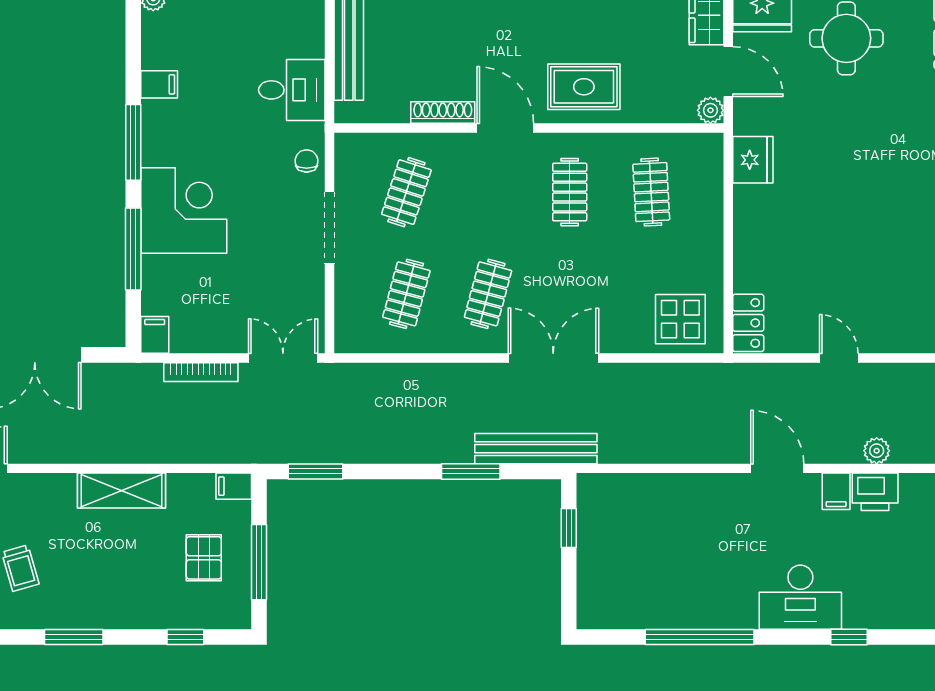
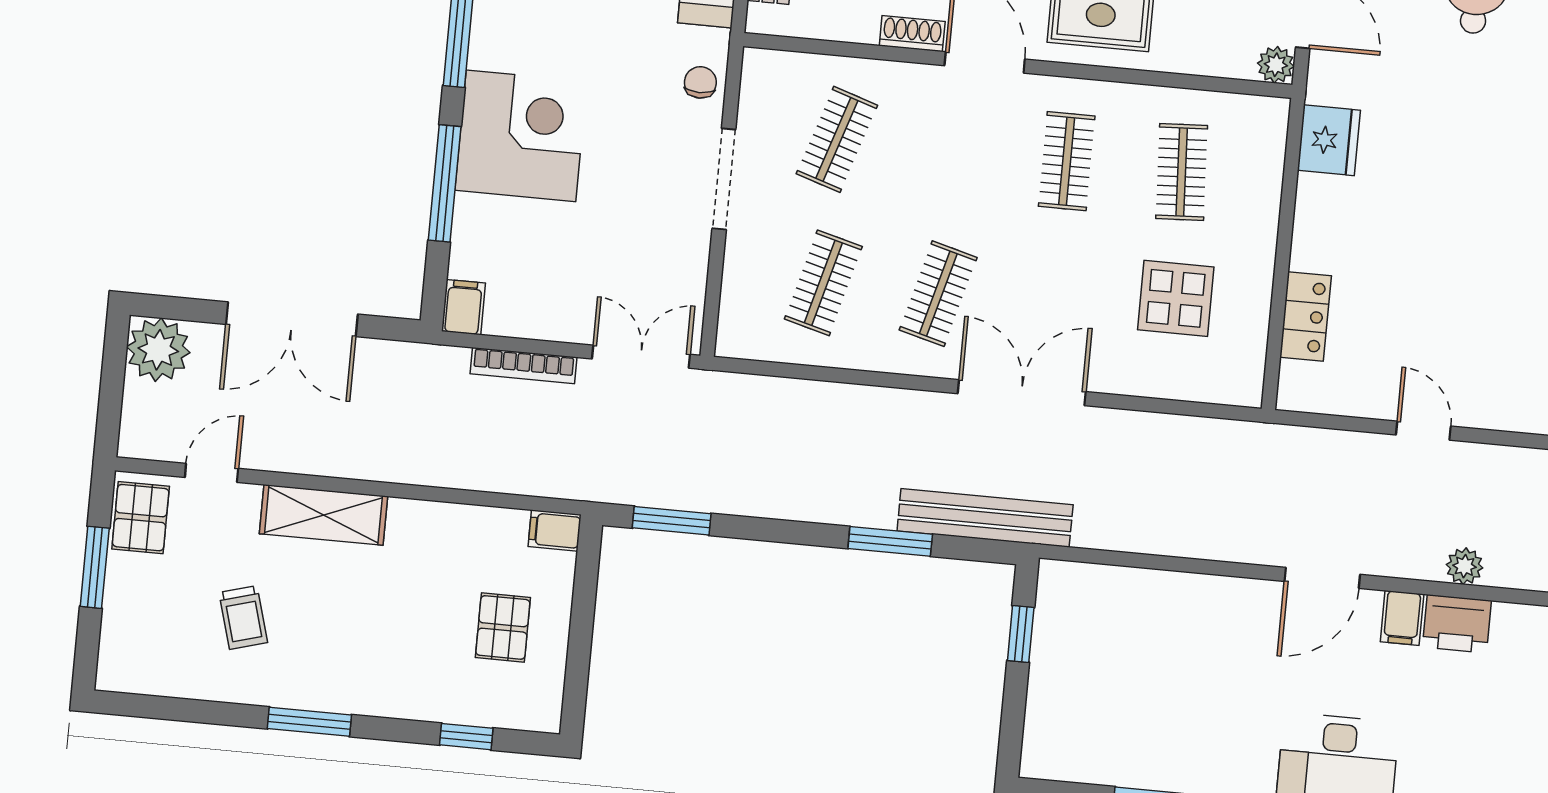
shoe rack: (443, 113) -> (912, 34), width x0.70
display table: (680, 319) -> (1176, 298), moved
locker: (748, 323) -> (1306, 316), moved
door: (777, 468) -> (1322, 578), swing flipped
shelving: (122, 491) -> (323, 515), moved
window: (259, 562) -> (580, 641), removed

